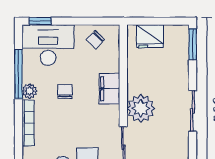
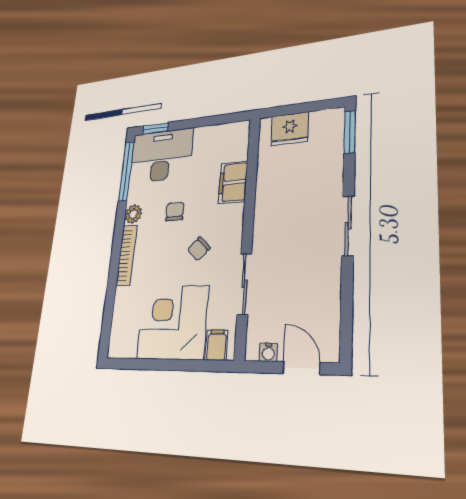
chair: (95, 40) -> (199, 249), moved
window: (19, 74) -> (126, 171), moved
filing cabinet: (109, 89) -> (233, 182), moved
plant: (141, 108) -> (272, 227), removed

